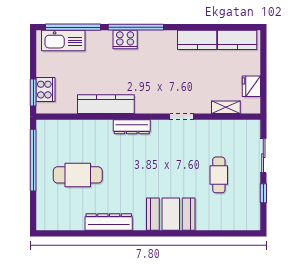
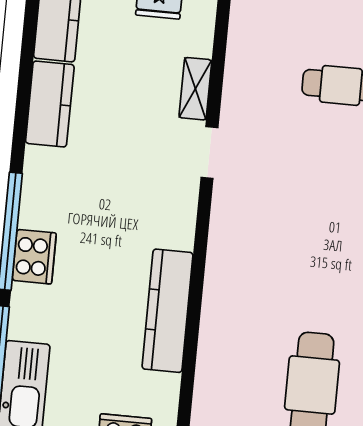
shelving: (226, 107) -> (195, 89), moved
dresser: (132, 127) -> (221, 261), removed

